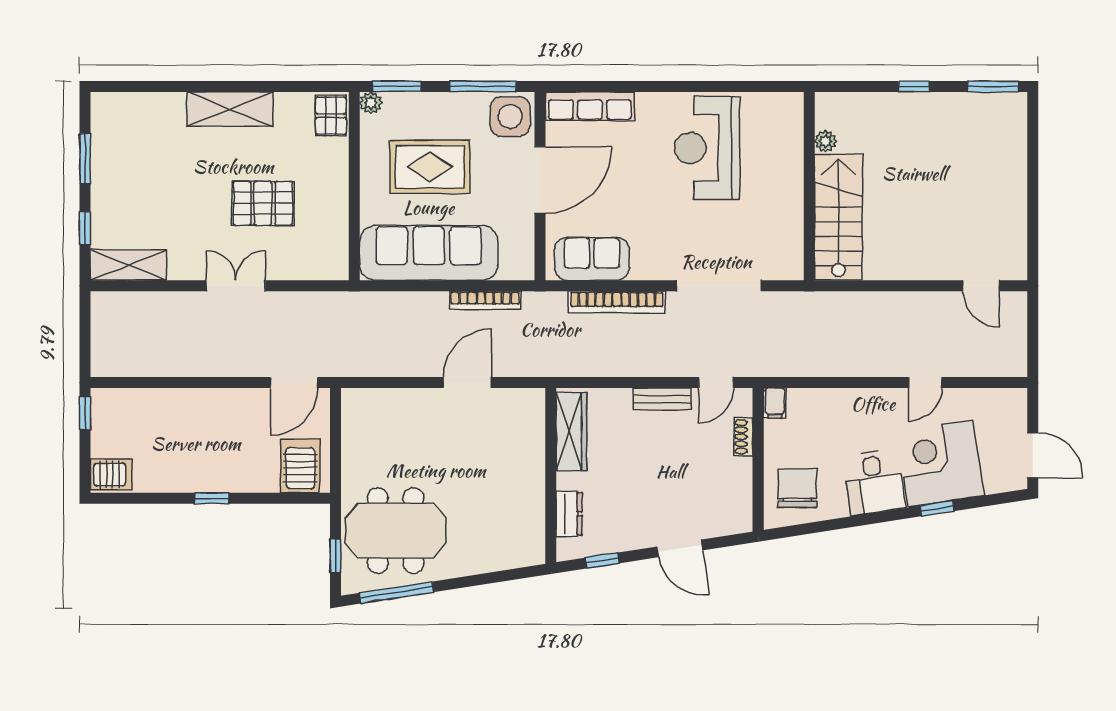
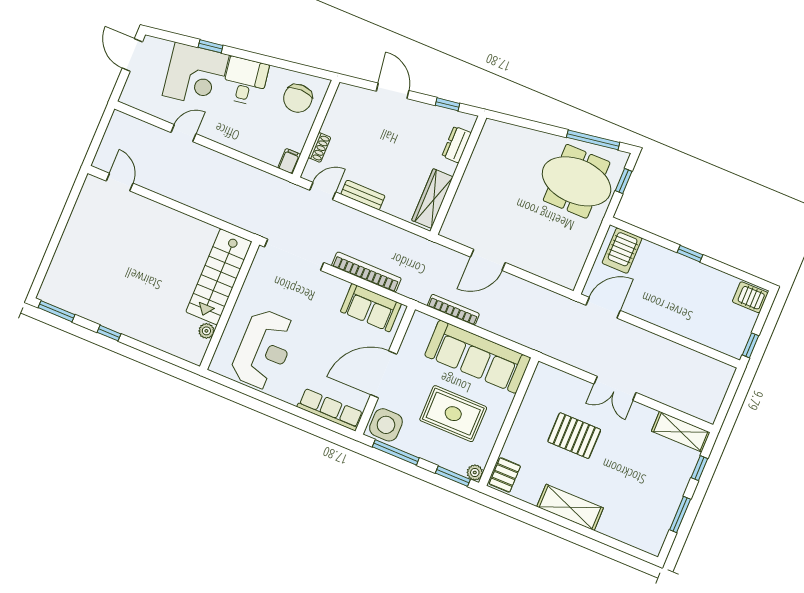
plant: (825, 141) -> (206, 331), moved
wall: (809, 186) -> (230, 306), moved
stairs: (838, 217) -> (219, 277), moved

